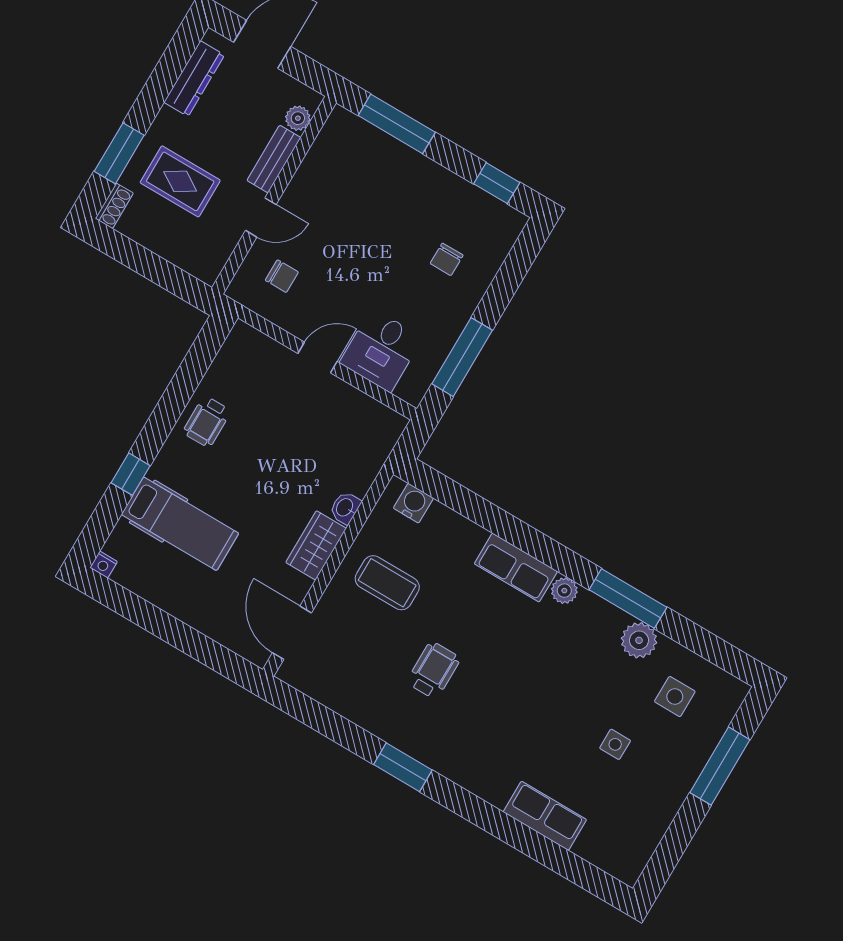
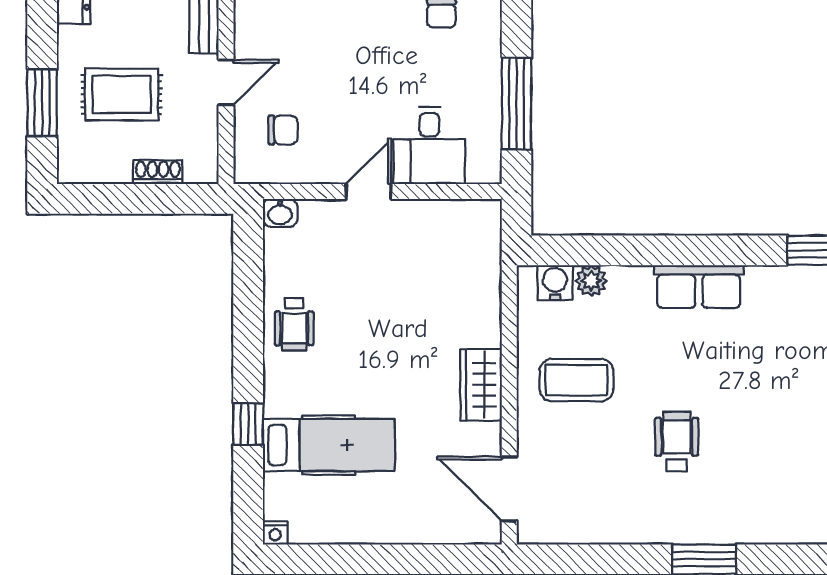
shoe rack: (114, 206) -> (158, 172), moved, turned -90
washbasin: (345, 508) -> (280, 213), moved, turned -90
plant: (564, 591) -> (591, 281), moved

